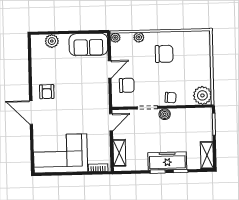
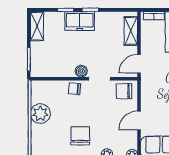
chair: (164, 54) -> (80, 136), turned 90
chair: (127, 85) -> (124, 91), moved
plant: (202, 95) -> (40, 114), moved
freezer: (167, 161) -> (80, 21), width x0.71

